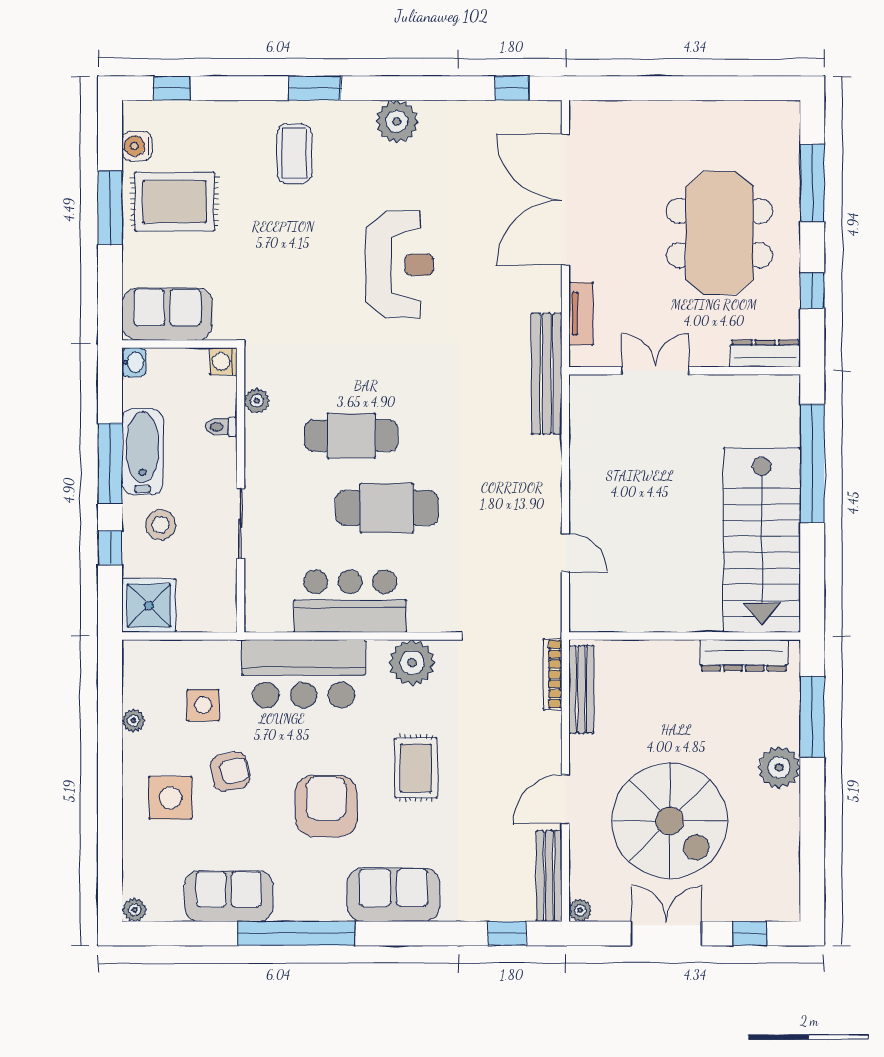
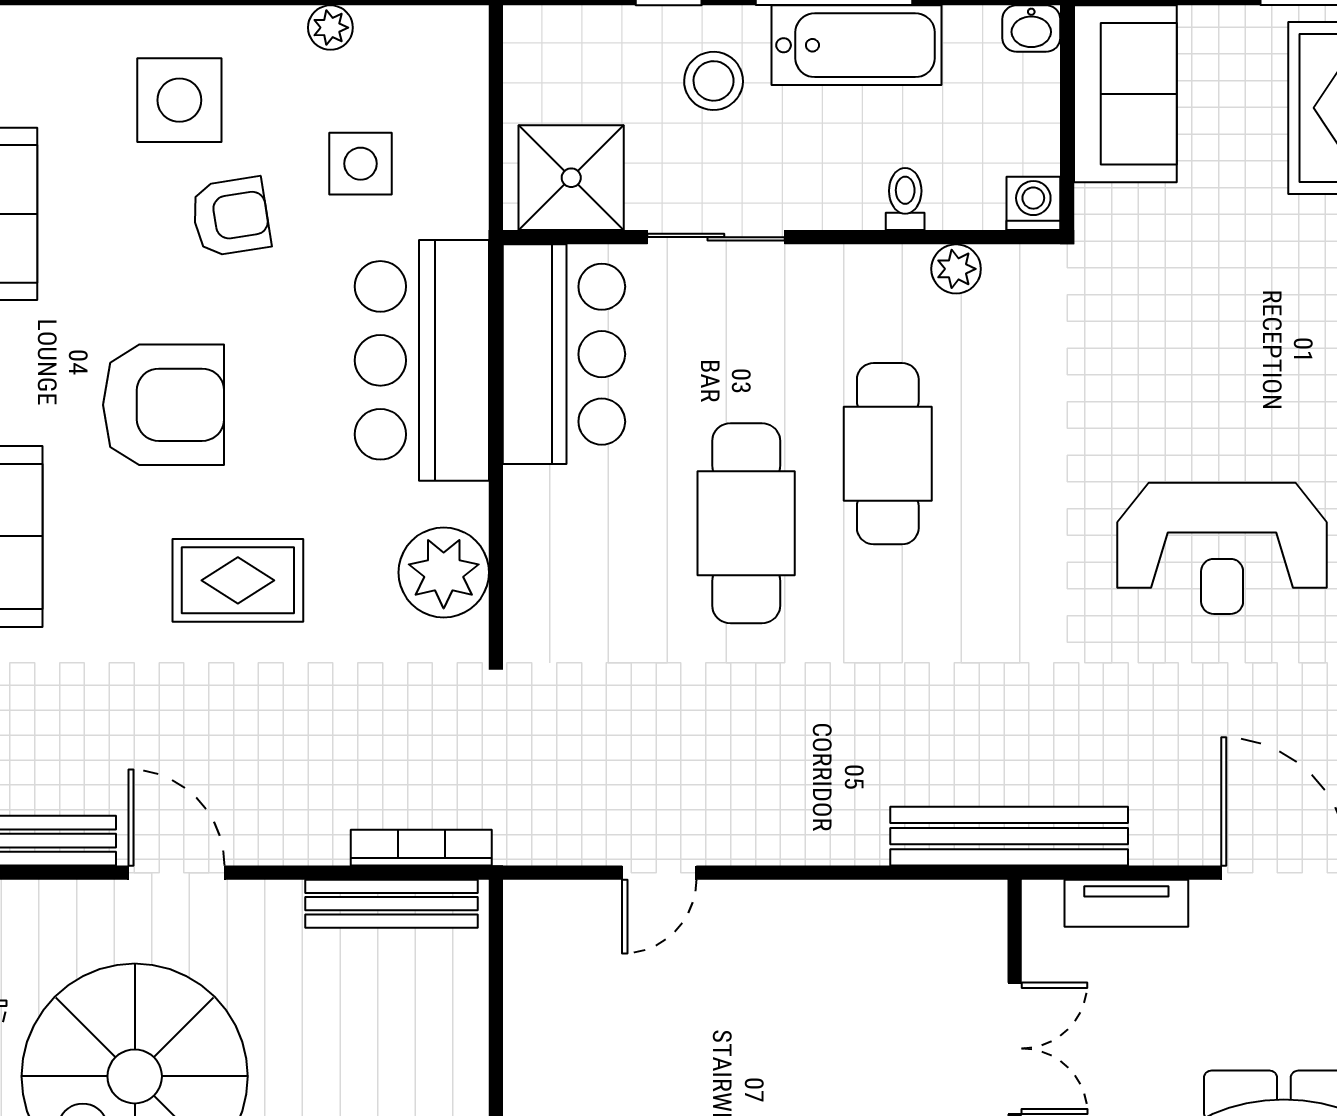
bar counter: (350, 601) -> (564, 354), moved
shower: (149, 606) -> (571, 178), moved
armchair: (230, 772) -> (231, 217), turned -88

